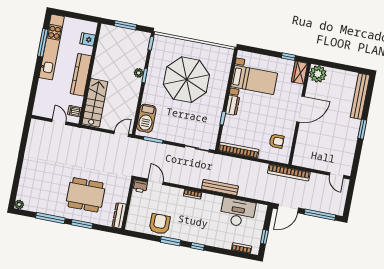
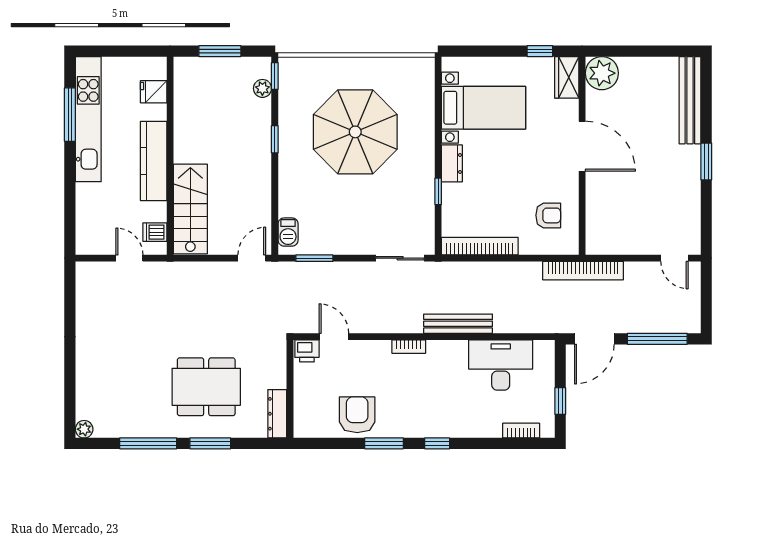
plant: (139, 73) -> (262, 88), moved
door: (301, 109) -> (582, 146), hinge flipped
barbecue: (146, 118) -> (288, 232), width x0.53, depth x0.65

